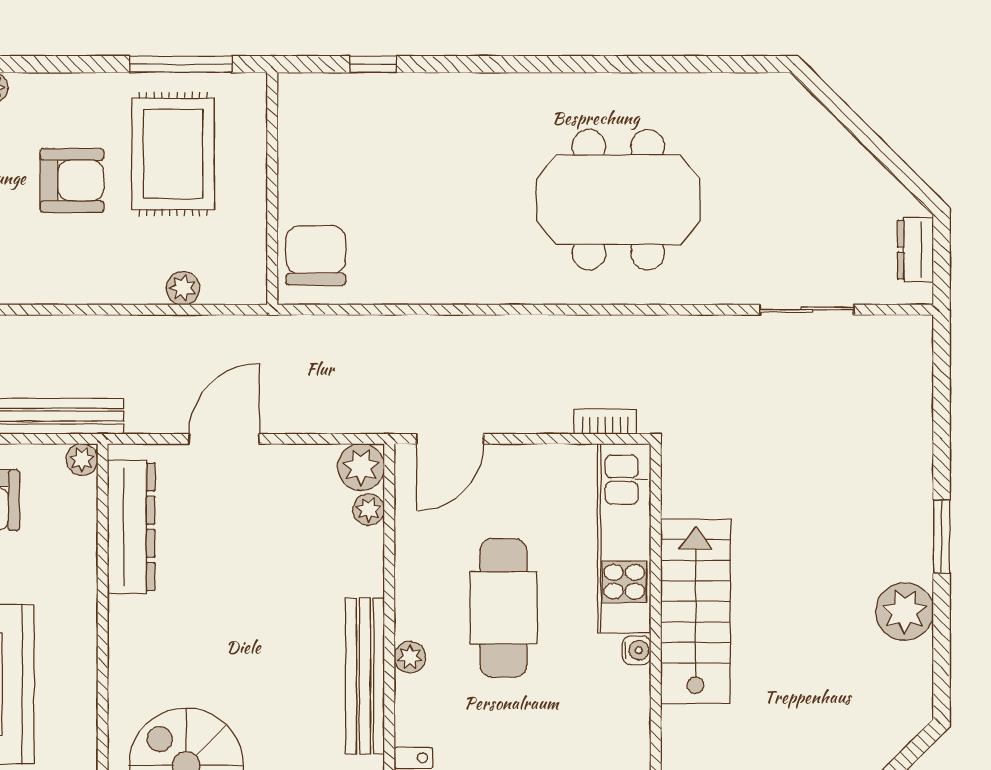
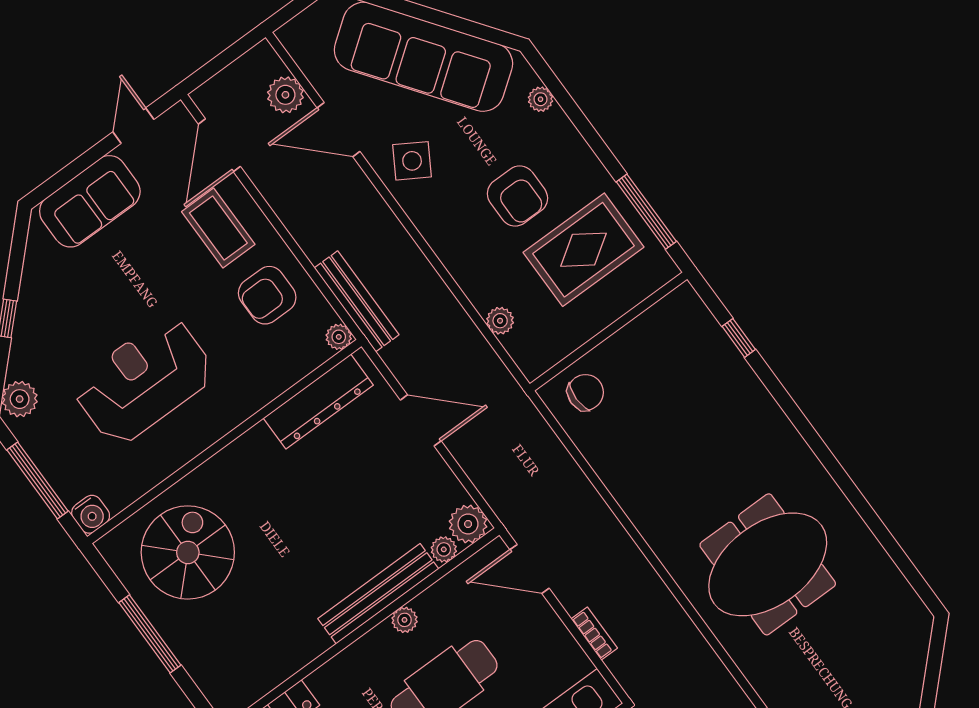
meeting table: (618, 200) -> (768, 564), turned 90
chair: (316, 255) -> (585, 392), width x0.73, depth x0.73
bookcase: (605, 422) -> (594, 633), moved
plant: (410, 657) -> (405, 620), moved
bench: (365, 676) -> (378, 594), moved

